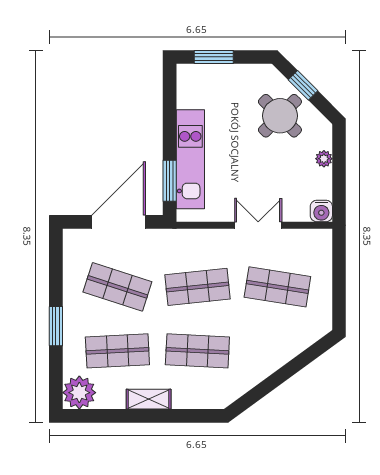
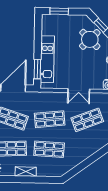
double door: (258, 225) -> (79, 91), swing flipped
shop shelf: (277, 287) -> (87, 120), turned -30

